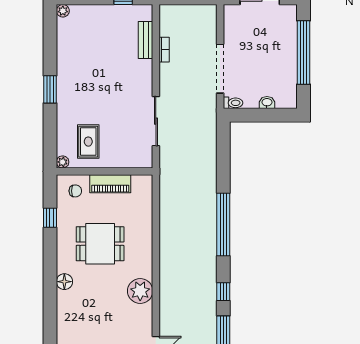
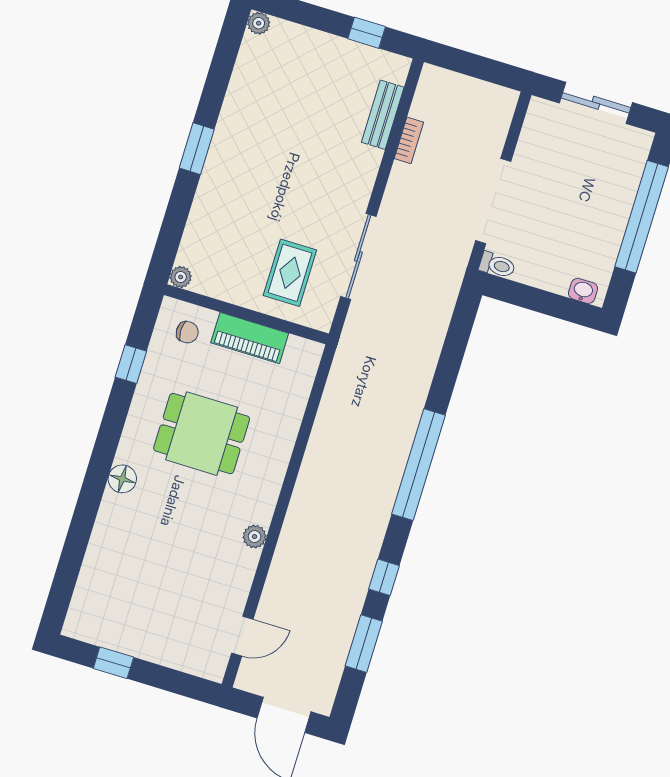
washbasin: (267, 103) -> (583, 291), moved
rug: (88, 142) -> (290, 273), moved
plant: (140, 291) -> (255, 537), width x0.53, depth x0.53

